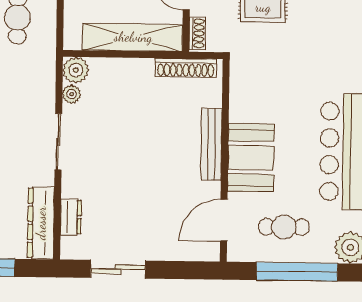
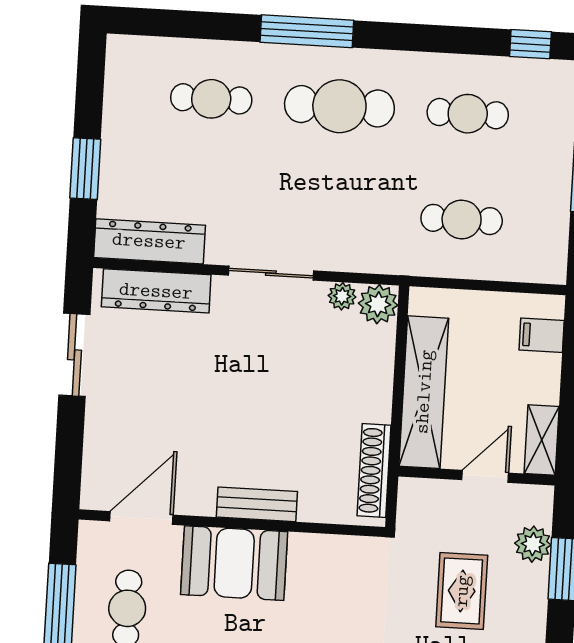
shoe rack: (197, 33) -> (426, 490), removed
bench: (211, 144) -> (257, 504), width x0.73
dresser: (71, 217) -> (156, 291), width x1.96, depth x1.24
door: (224, 220) -> (141, 518), hinge flipped

